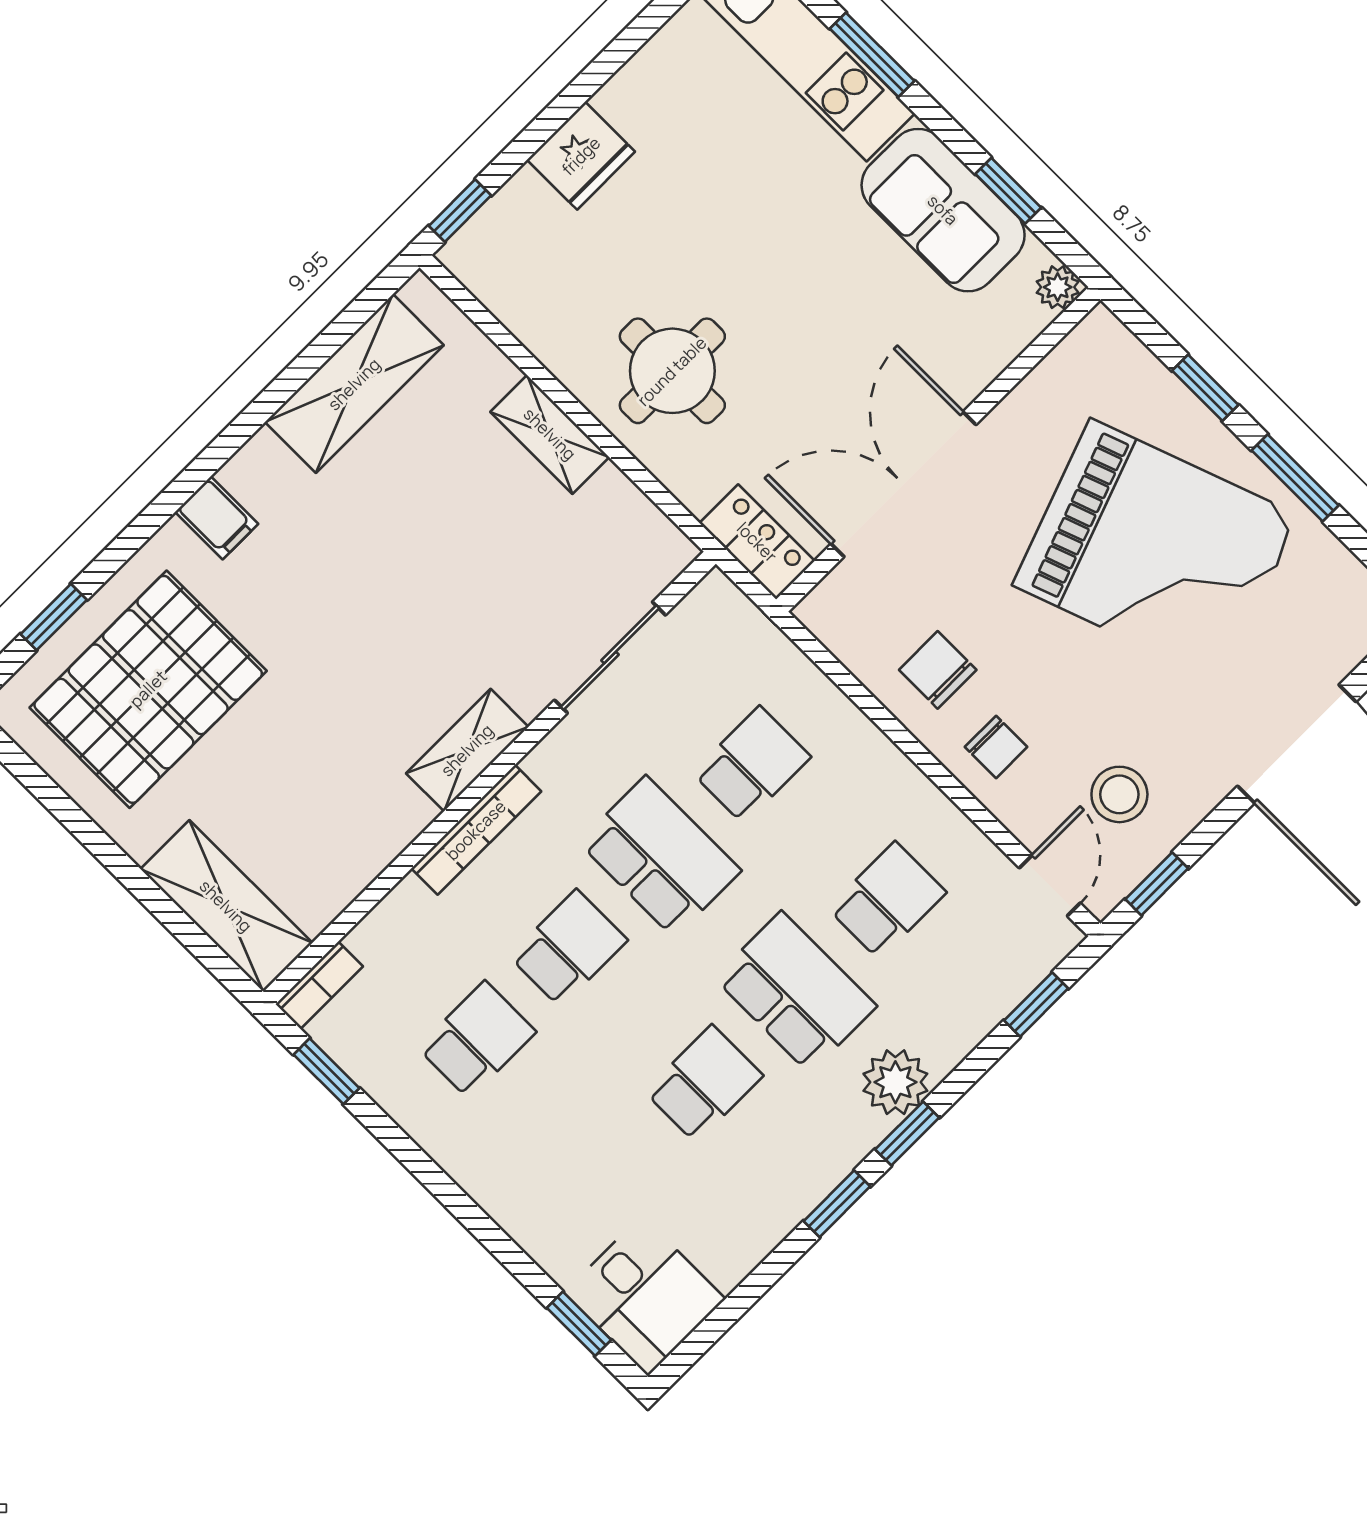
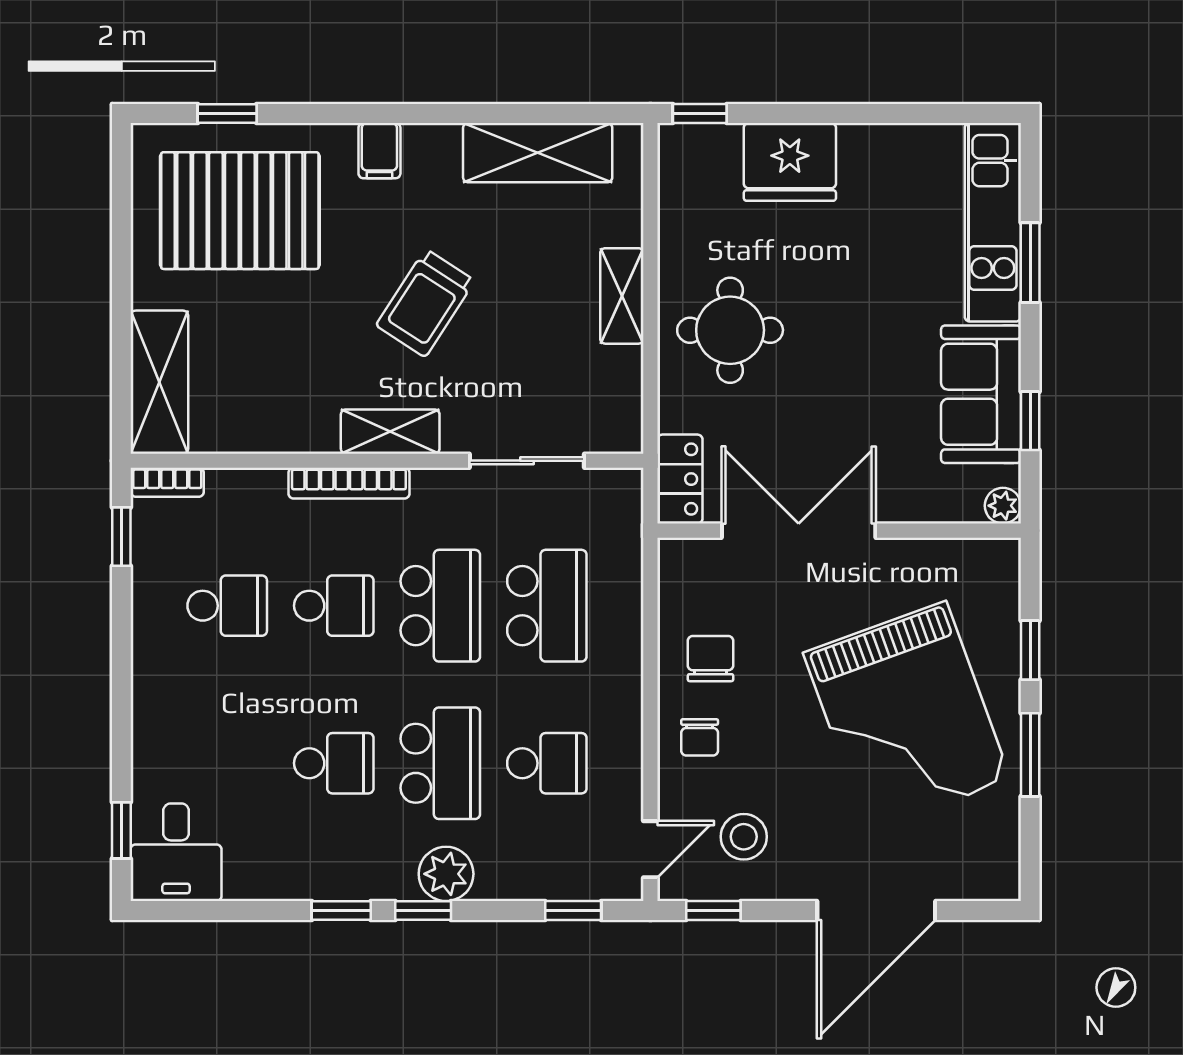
fridge: (581, 156) -> (790, 162), width x1.36, depth x1.34
trolley: (387, 609) -> (425, 303), added
school desk: (752, 765) -> (547, 606), width x1.85

